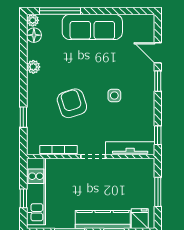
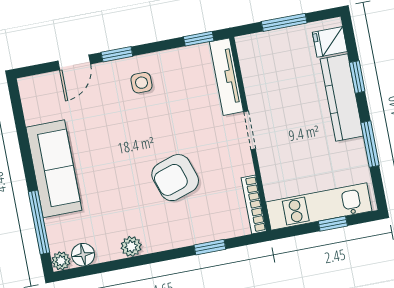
side table: (114, 95) -> (142, 83), moved
bookcase: (58, 150) -> (254, 204), moved

